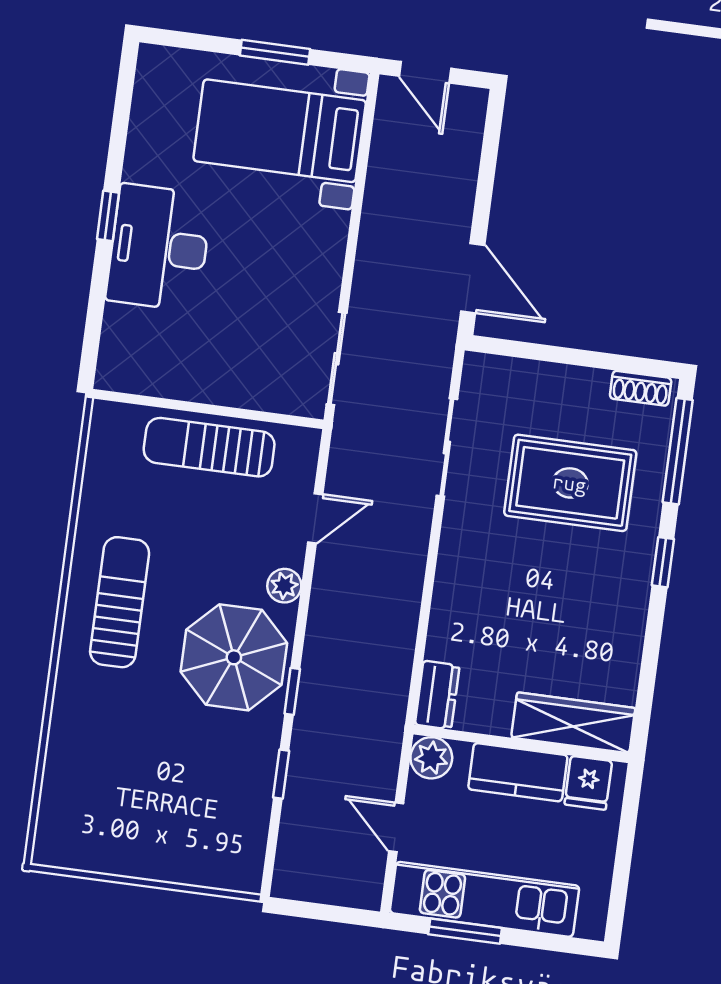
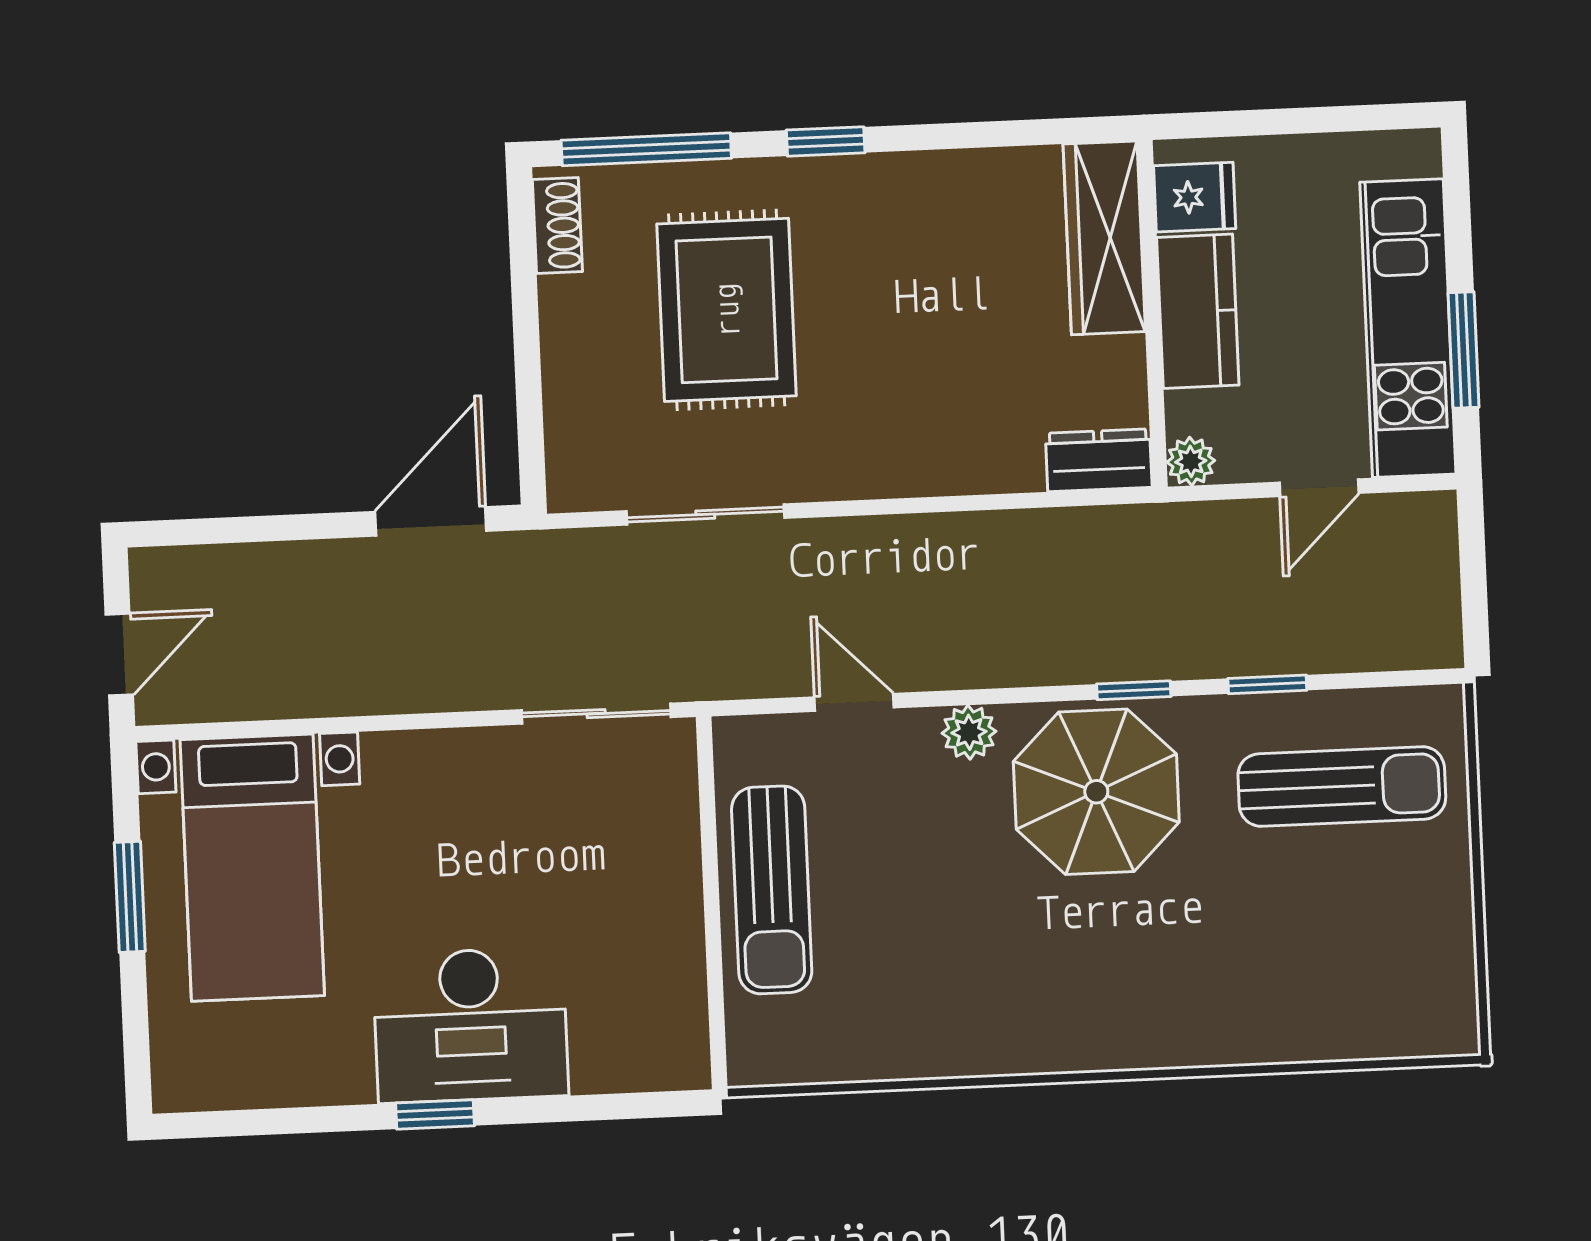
sun lounger: (120, 602) -> (1342, 786), moved, turned 180
plant: (431, 758) -> (1191, 461), width x0.73, depth x0.73

